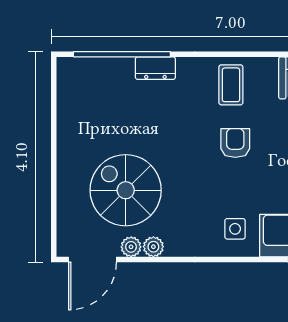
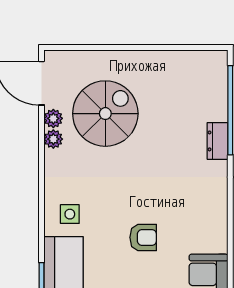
coffee table: (231, 85) -> (202, 210), removed
armchair: (235, 143) -> (143, 237), moved

